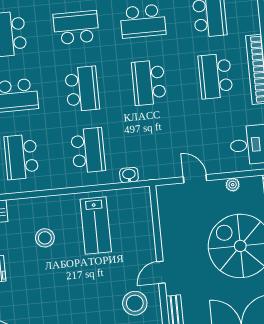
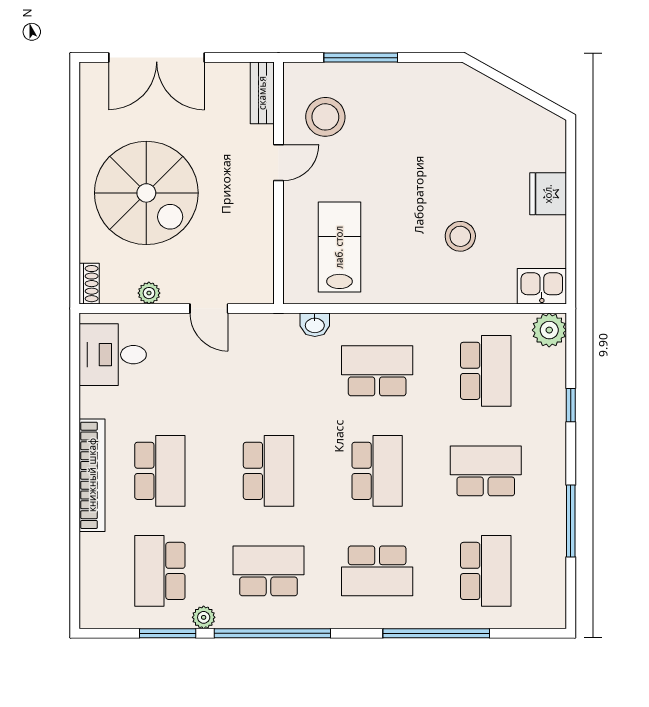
school desk: (82, 89) -> (377, 471), turned 180
school desk: (88, 150) -> (377, 371), turned 90
lab bench: (96, 226) -> (339, 247), moved

